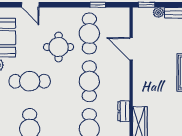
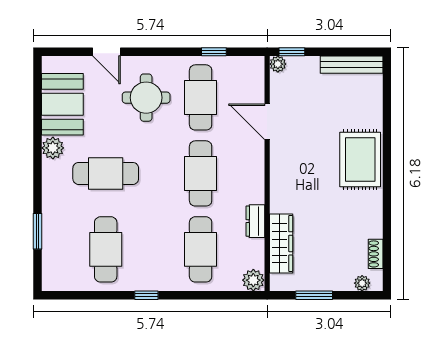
plant: (158, 12) -> (278, 64), moved
round table: (59, 47) -> (146, 98), moved

